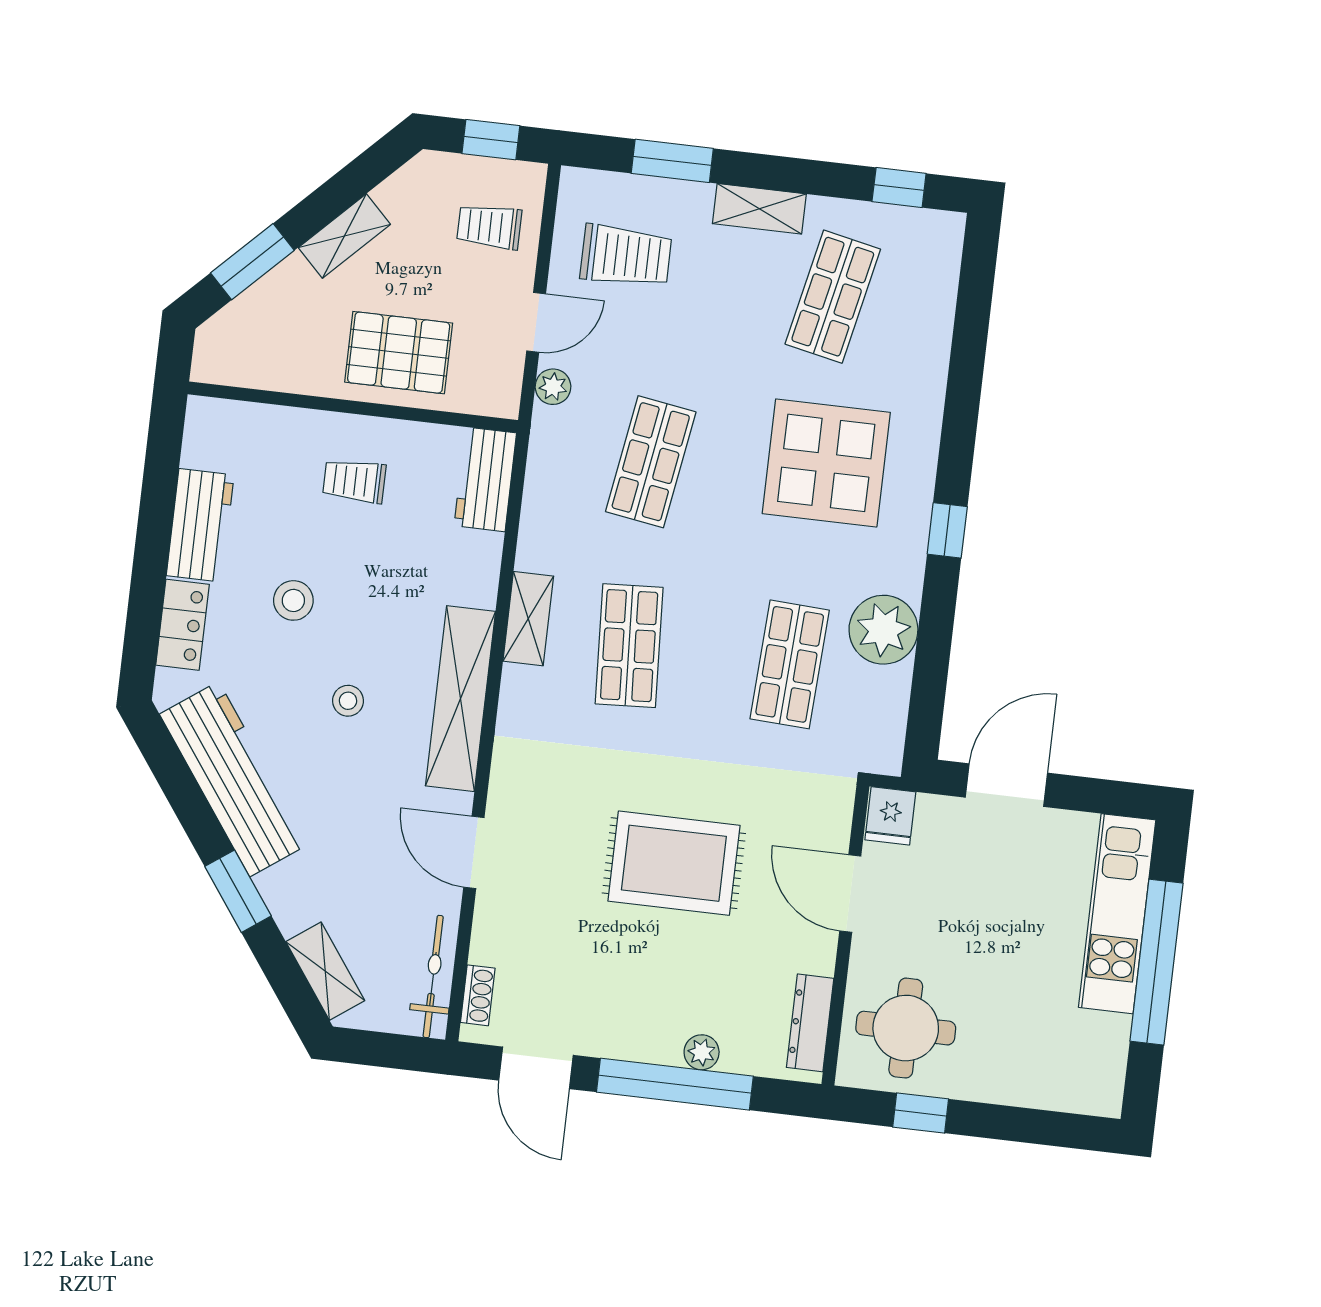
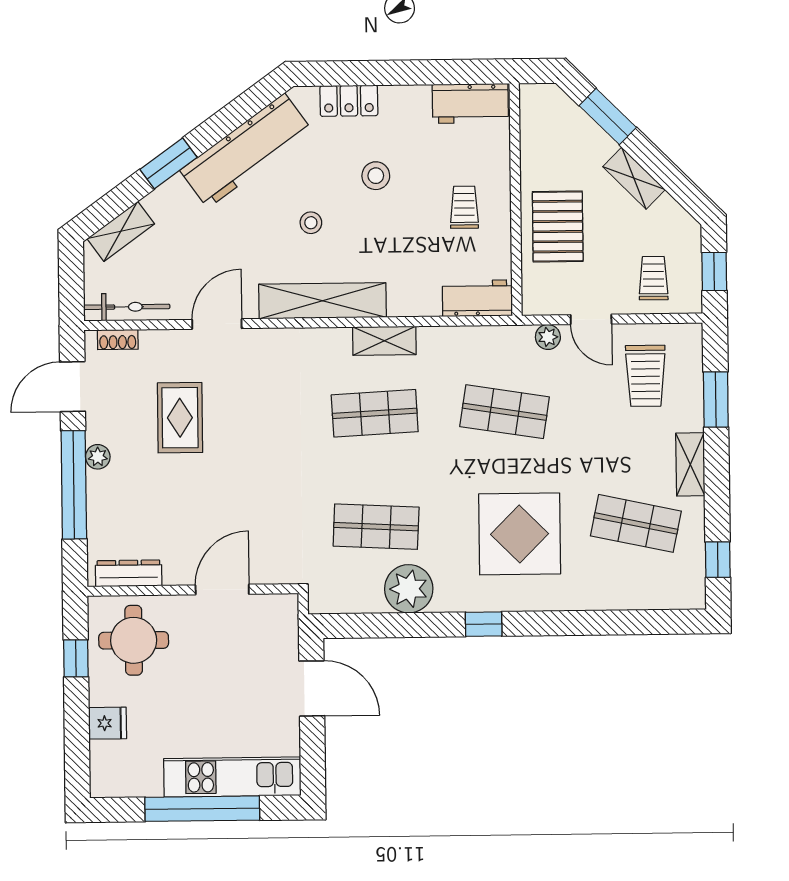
workbench: (200, 525) -> (470, 103), moved
fridge: (890, 816) -> (108, 723), moved, turned 180
rug: (674, 863) -> (180, 418), moved, width x0.73, depth x0.70
plant: (702, 1052) -> (98, 457), moved

